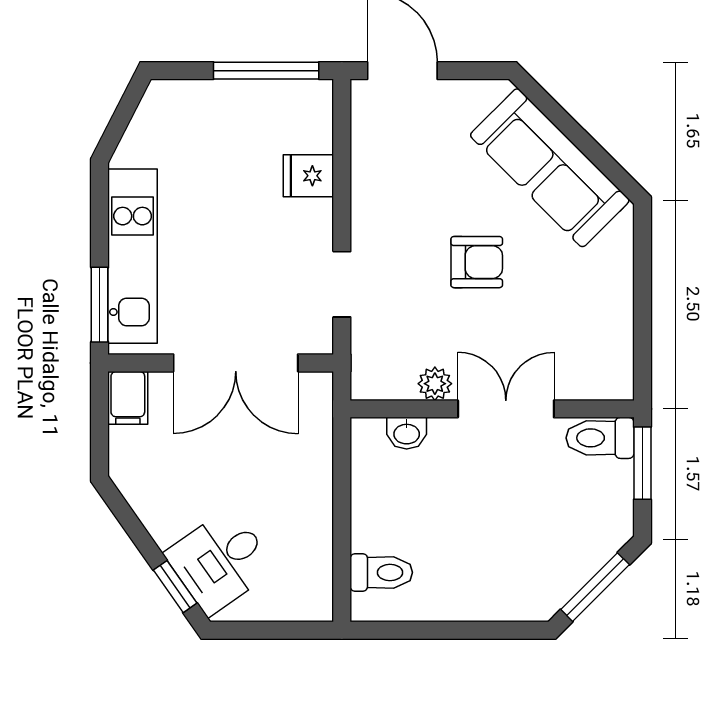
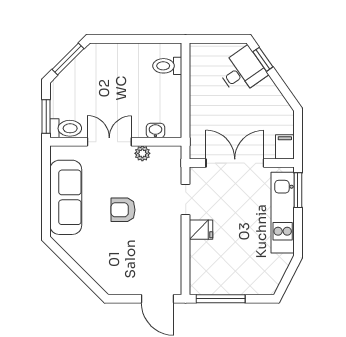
sofa: (550, 168) -> (66, 197), moved, turned 45
fridge: (308, 176) -> (201, 230), moved
double door: (506, 409) -> (109, 142), swing flipped

